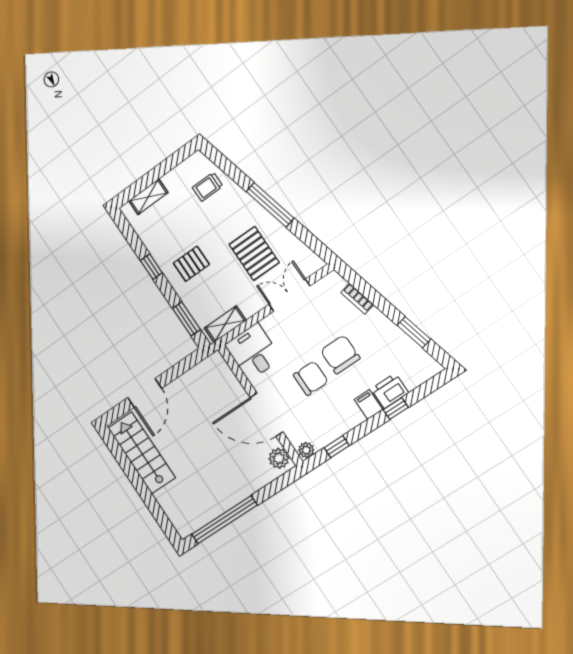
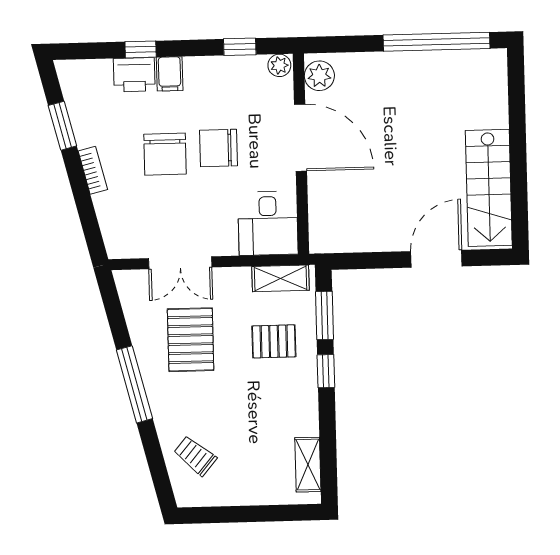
trolley: (208, 187) -> (195, 456), turned -140
shelving: (148, 197) -> (308, 465), moved, turned 90
pallet: (191, 264) -> (274, 341), moved
window: (151, 267) -> (326, 371), moved
bookcase: (357, 299) -> (93, 170), moved

